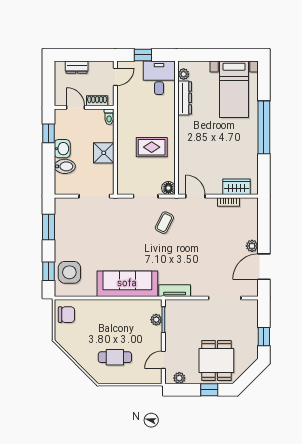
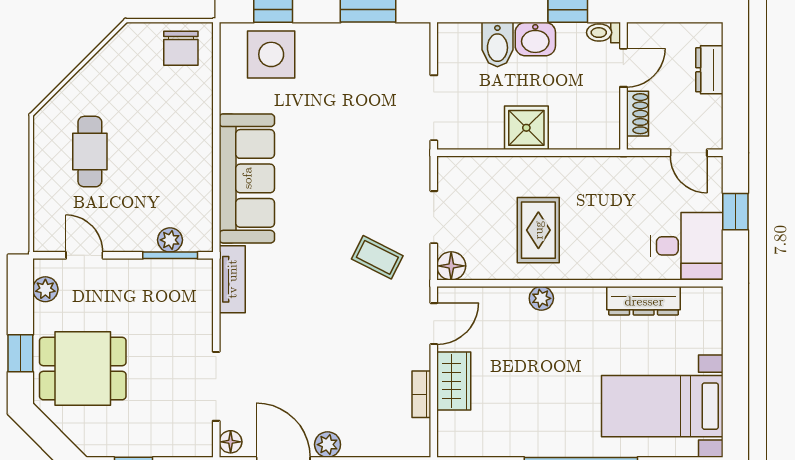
plant: (184, 74) -> (541, 298), moved
toilet: (109, 117) -> (603, 33), moved
wardrobe: (237, 187) -> (454, 381), moved
floor lamp: (251, 291) -> (231, 442), added

